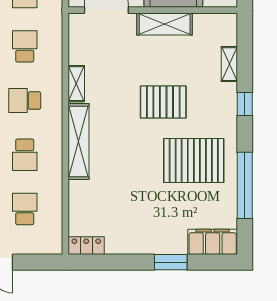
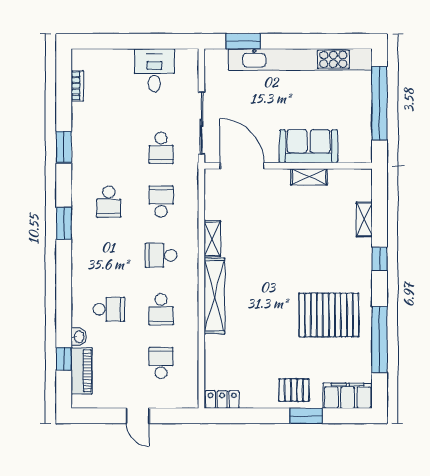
shelving: (165, 24) -> (309, 177), width x0.67, depth x0.75
pallet: (163, 102) -> (294, 390), moved, width x0.67, depth x0.71

